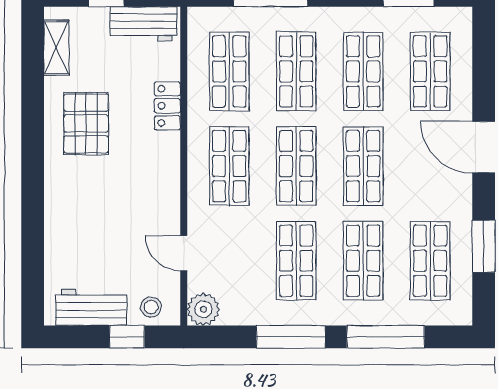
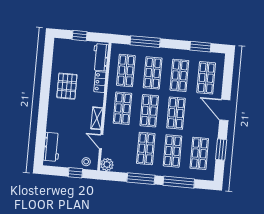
workbench: (144, 24) -> (100, 57), moved, turned 90
shelving: (56, 48) -> (97, 118), moved
workbench: (91, 307) -> (52, 147), moved, turned 90

